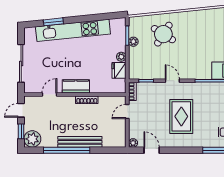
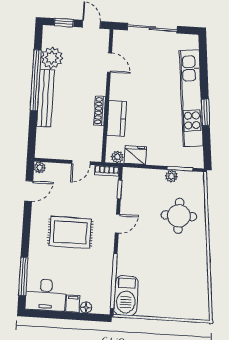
window: (53, 22) -> (205, 112), moved
round table: (163, 34) -> (179, 216), turned -32
plant: (121, 57) -> (117, 157), moved
kitchen counter: (76, 86) -> (117, 118), moved
door: (127, 112) -> (81, 163), swing flipped
plant: (32, 139) -> (52, 58), moved

